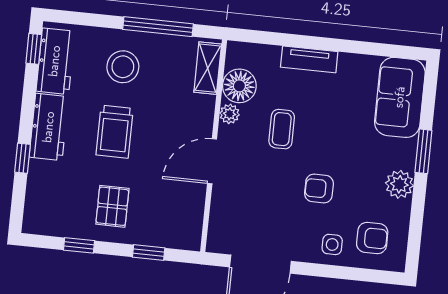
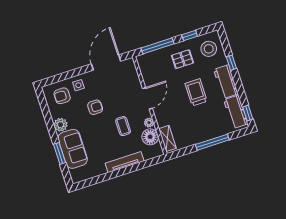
window: (158, 27) -> (212, 142), moved
tv unit: (309, 59) -> (125, 162), width x1.41
stool: (123, 67) -> (209, 49), moved
sofa: (400, 97) -> (73, 149), moved
window: (423, 151) -> (60, 153), moved
pallet: (112, 206) -> (182, 59), turned 90
window: (149, 253) -> (158, 46), width x2.17

